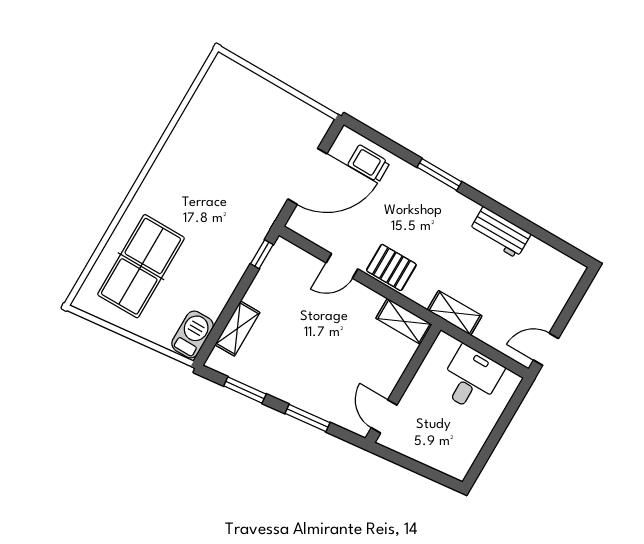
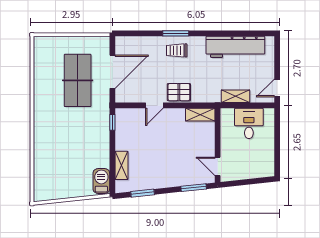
trolley: (369, 164) -> (177, 50), moved
workbench: (500, 232) -> (235, 47), width x1.88, depth x1.32
table tennis table: (141, 266) -> (78, 80), moved
shelving: (455, 313) -> (236, 96), moved
window: (307, 418) -> (194, 188), moved

